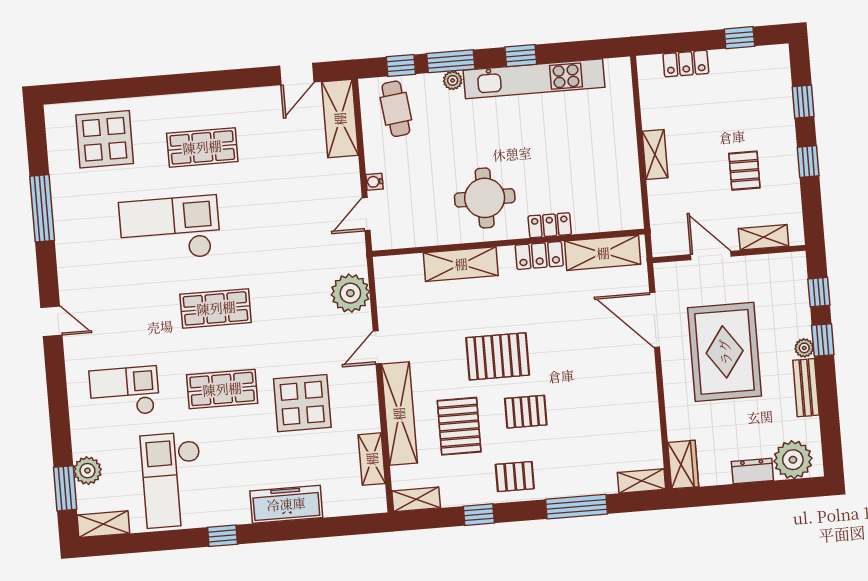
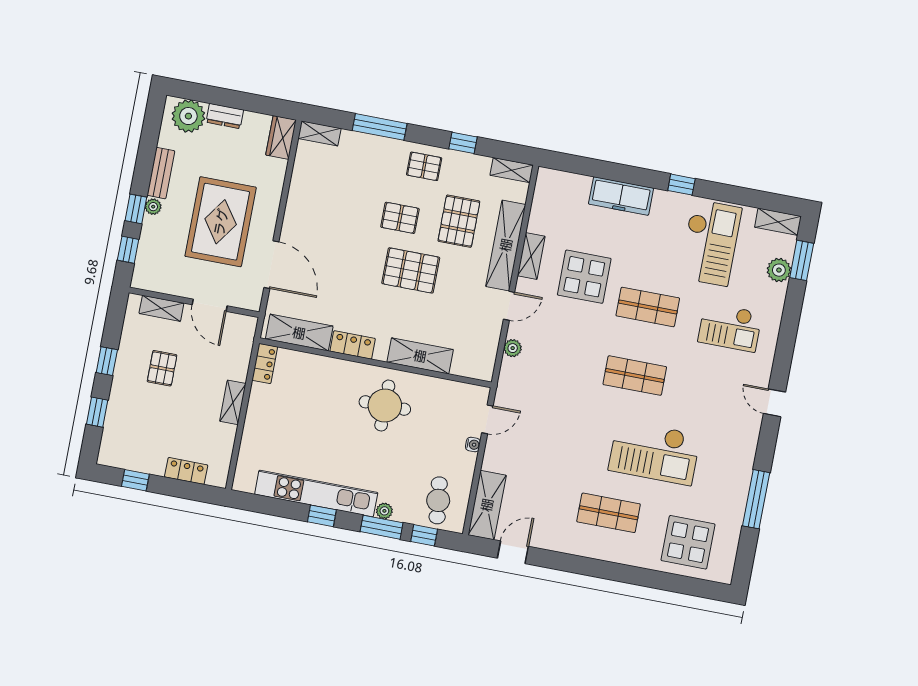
locker: (550, 225) -> (265, 363), moved, turned -90
plant: (350, 293) -> (513, 348), width x0.53, depth x0.53
shelving: (372, 459) -> (531, 256), moved

